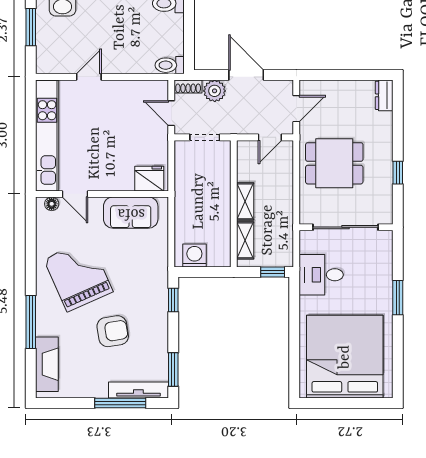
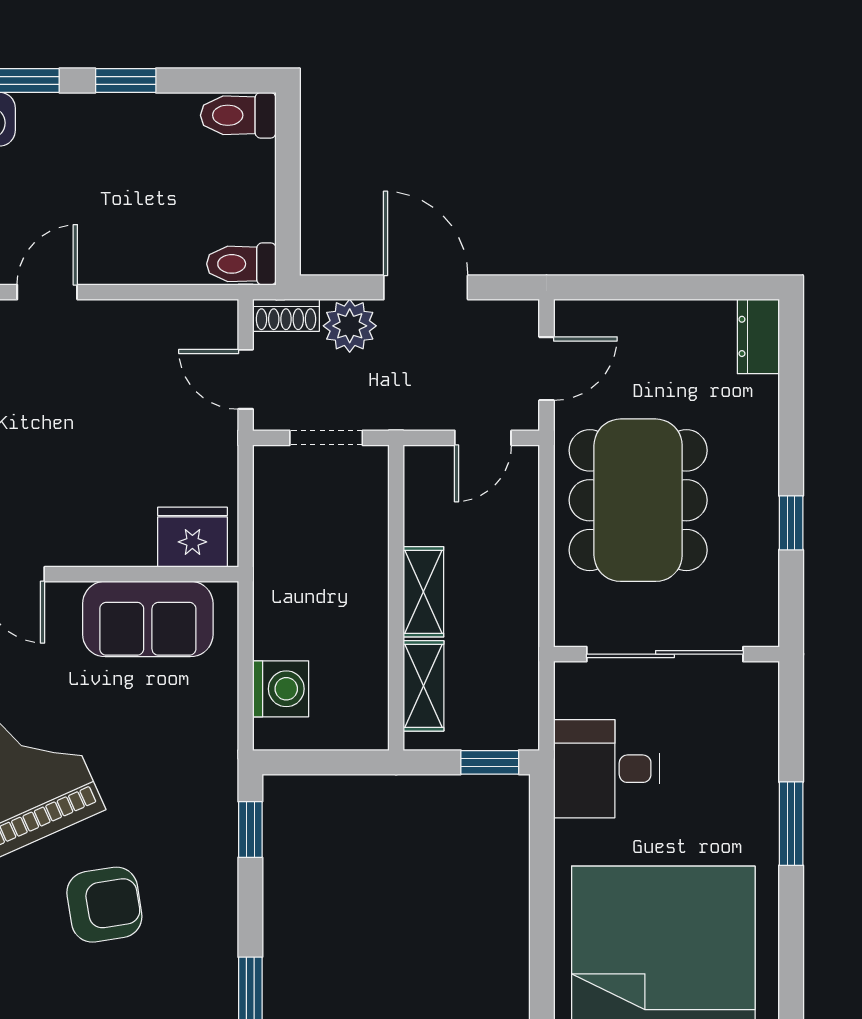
dining table: (334, 163) -> (638, 500), width x1.37
washing machine: (194, 256) -> (281, 689), moved, turned 90

